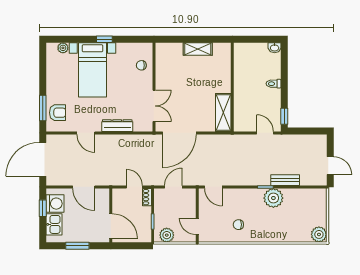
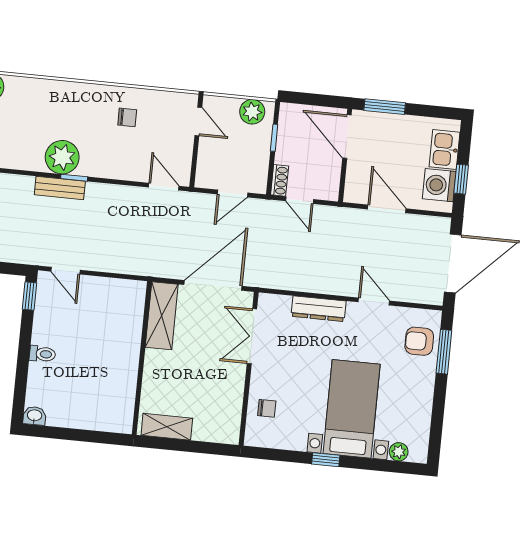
wall: (232, 87) -> (142, 358), moved
shelving: (223, 113) -> (162, 316), moved
bench: (285, 180) -> (60, 188), moved
window: (77, 246) -> (385, 107), moved

